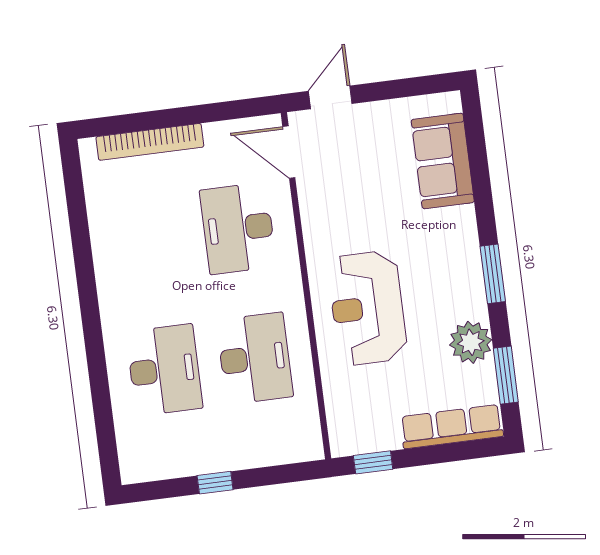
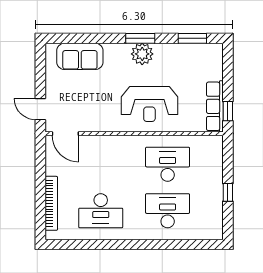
door: (289, 152) -> (65, 134), hinge flipped
desk: (238, 228) -> (101, 211), moved
plant: (471, 342) -> (142, 54), moved
row of seats: (452, 427) -> (215, 106), moved

